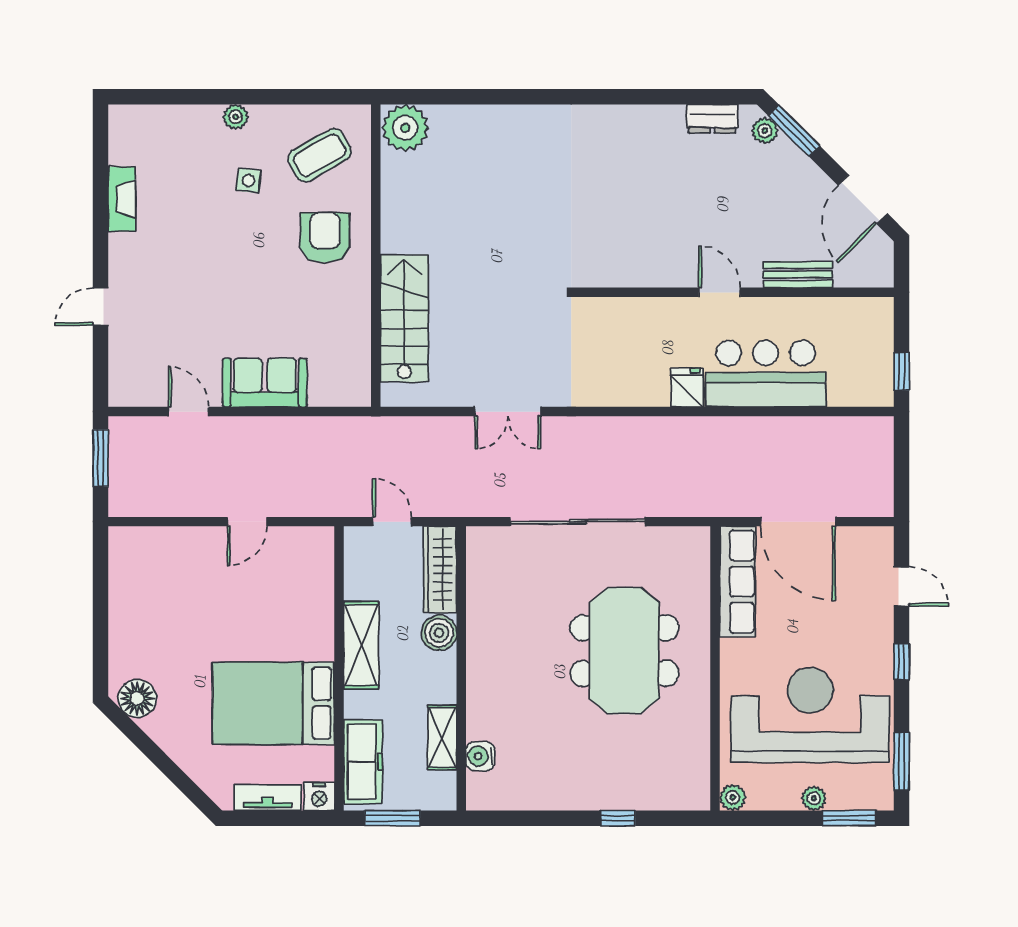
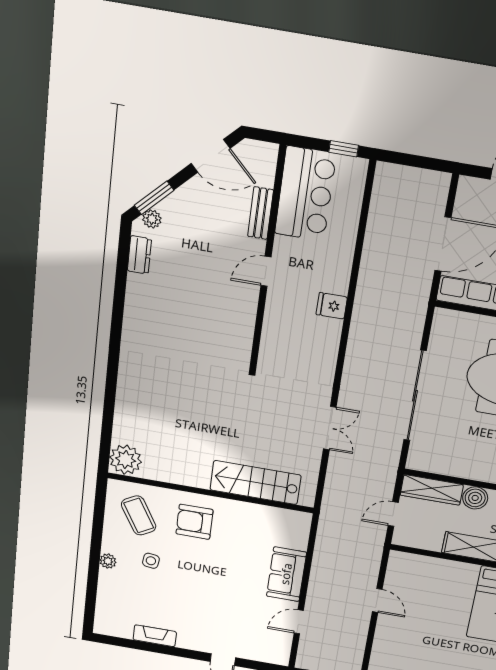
bar counter: (766, 374) -> (305, 194), moved, turned 180

